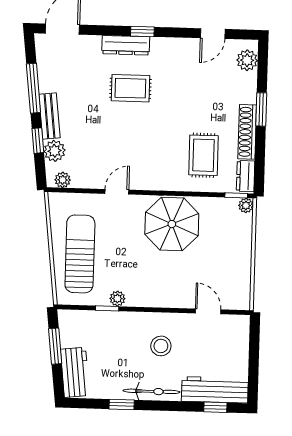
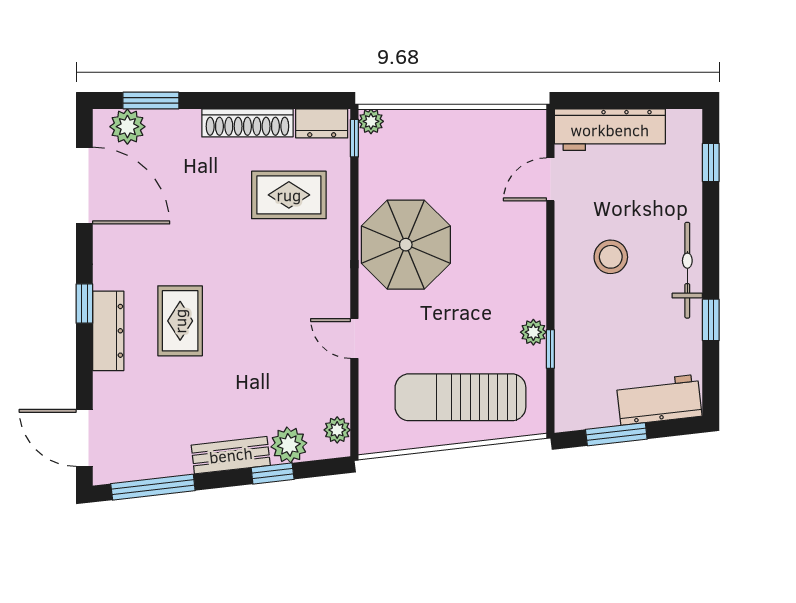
door: (213, 34) -> (84, 186), width x1.88
window: (33, 88) -> (153, 487), moved
window: (261, 109) -> (151, 100), moved
workbench: (215, 390) -> (610, 130), moved, turned -90

